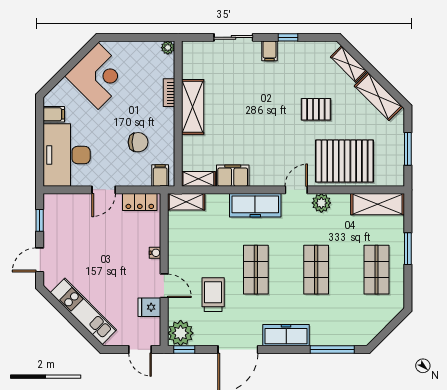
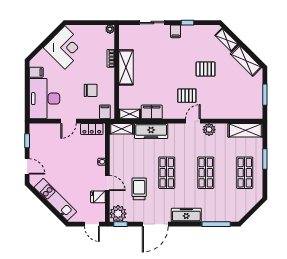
pallet: (345, 161) -> (187, 96), moved, width x0.49, depth x0.50
freezer: (255, 205) -> (151, 131), moved
door: (40, 260) -> (27, 166), swing flipped

